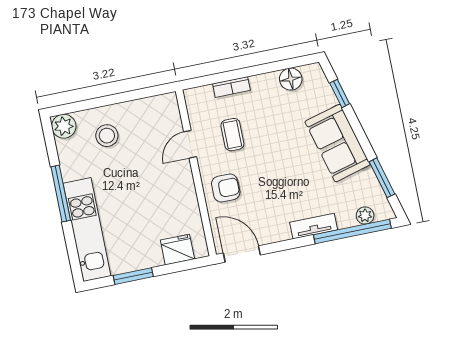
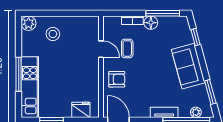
window: (279, 66) -> (163, 13), added
floor lamp: (291, 79) -> (151, 23), moved
door: (190, 144) -> (101, 49), swing flipped
window: (61, 193) -> (19, 74), moved

